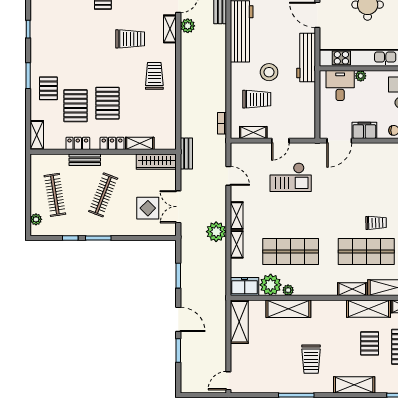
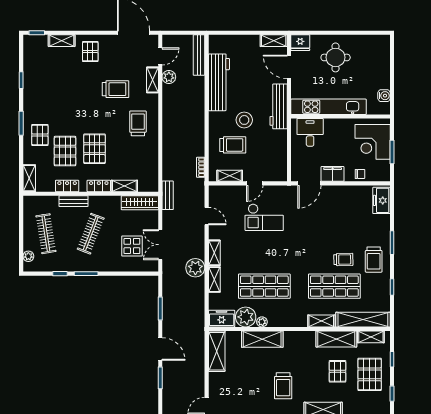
plant: (361, 76) -> (329, 123), removed

